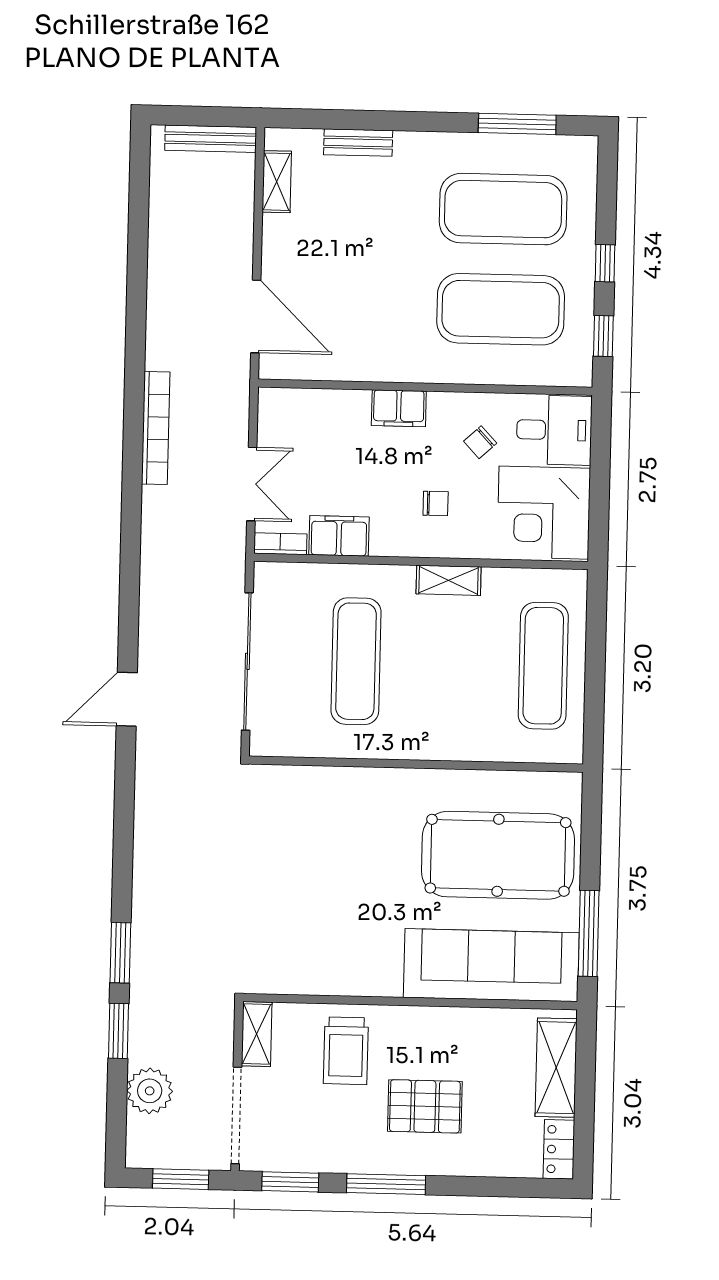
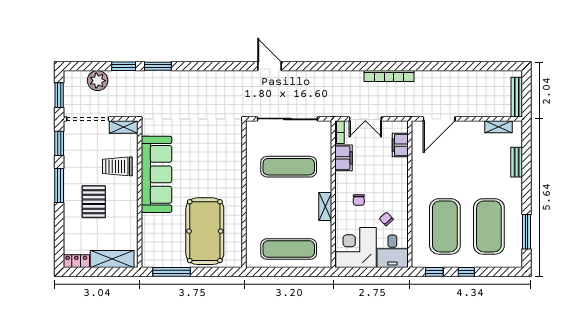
filing cabinet: (399, 408) -> (400, 145), moved
sofa: (491, 965) -> (156, 174), moved

